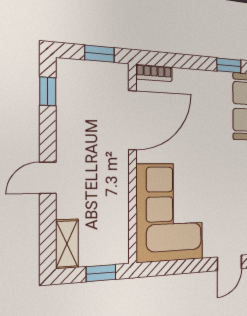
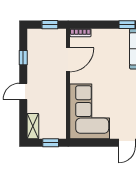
window: (48, 91) -> (23, 58), moved
door: (132, 120) -> (68, 60), width x0.73

